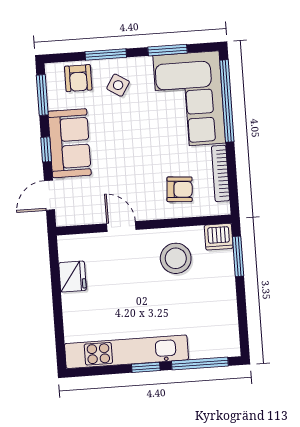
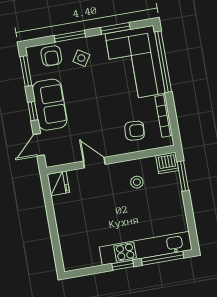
stool: (176, 258) -> (137, 182), width x0.53, depth x0.53
fridge: (72, 277) -> (58, 183), moved
kitchen unit: (126, 352) -> (146, 248), moved

